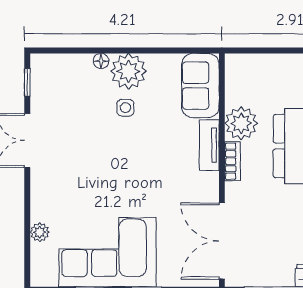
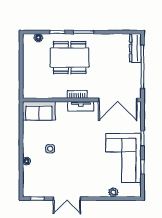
plant: (129, 71) -> (32, 147), removed
plant: (241, 123) -> (58, 90), removed
tv unit: (209, 145) -> (81, 106), moved

